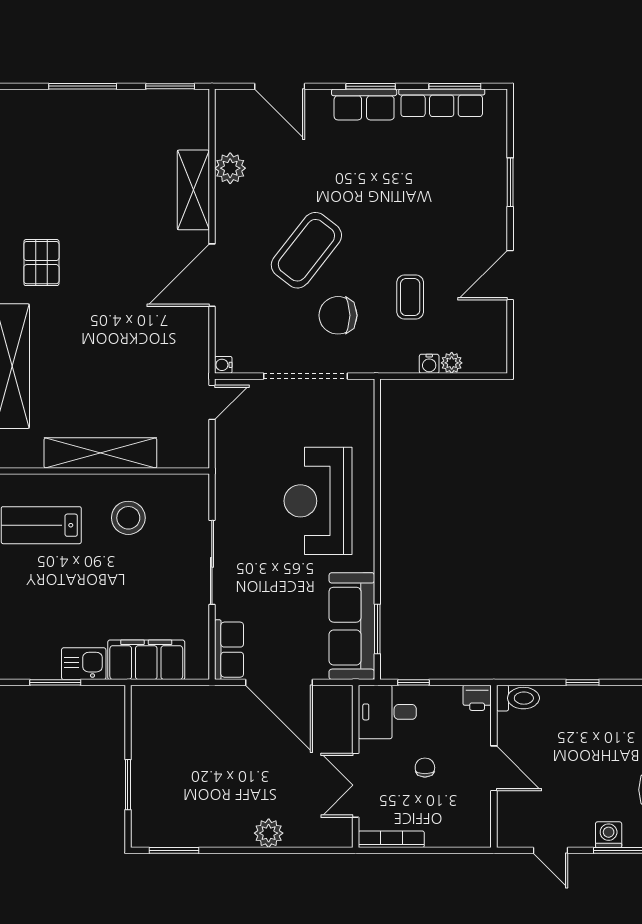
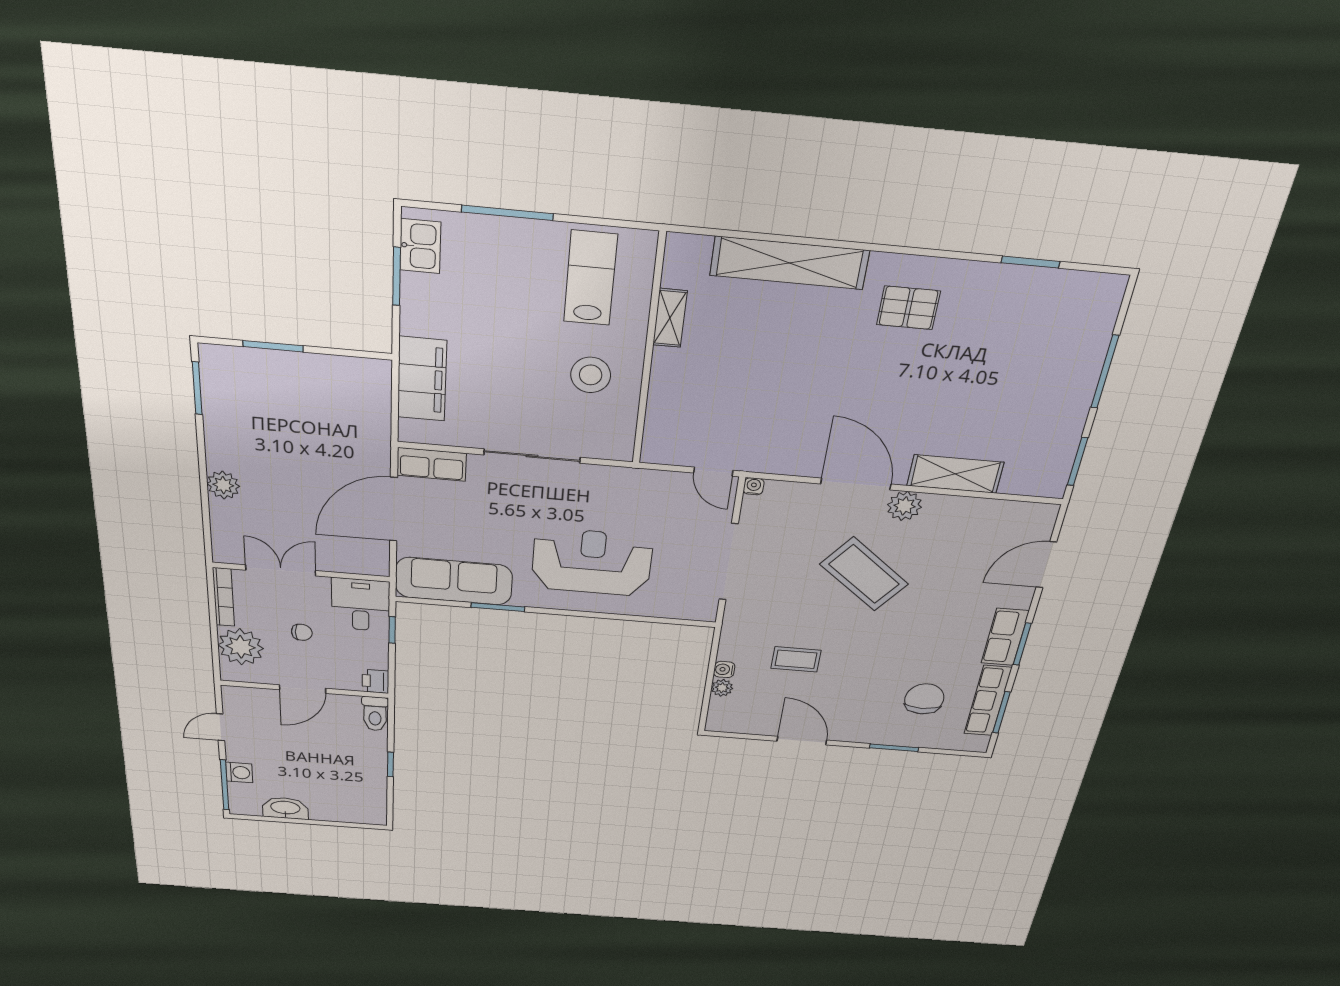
plant: (230, 168) -> (904, 506), moved
chair: (338, 315) -> (924, 699), moved
shelving: (100, 453) -> (670, 318), width x0.45, depth x0.75
window: (377, 629) -> (498, 607), moved
kitchen sink: (84, 664) -> (420, 246), moved
plant: (448, 826) -> (241, 647), added

